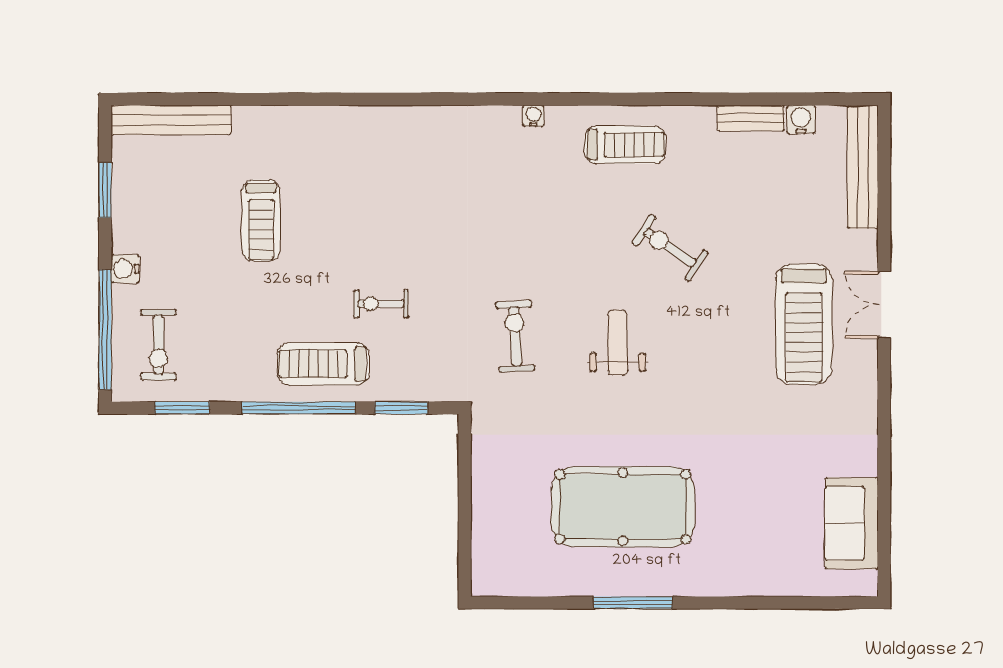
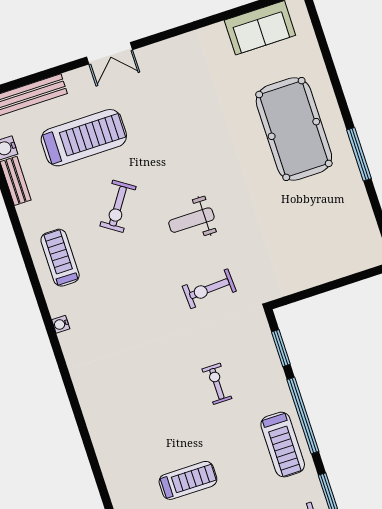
exercise bike: (381, 304) -> (217, 384), turned 180
treadmill: (804, 324) -> (84, 138), moved
treadmill: (323, 364) -> (283, 445), moved
pool table: (623, 507) -> (294, 129), moved

